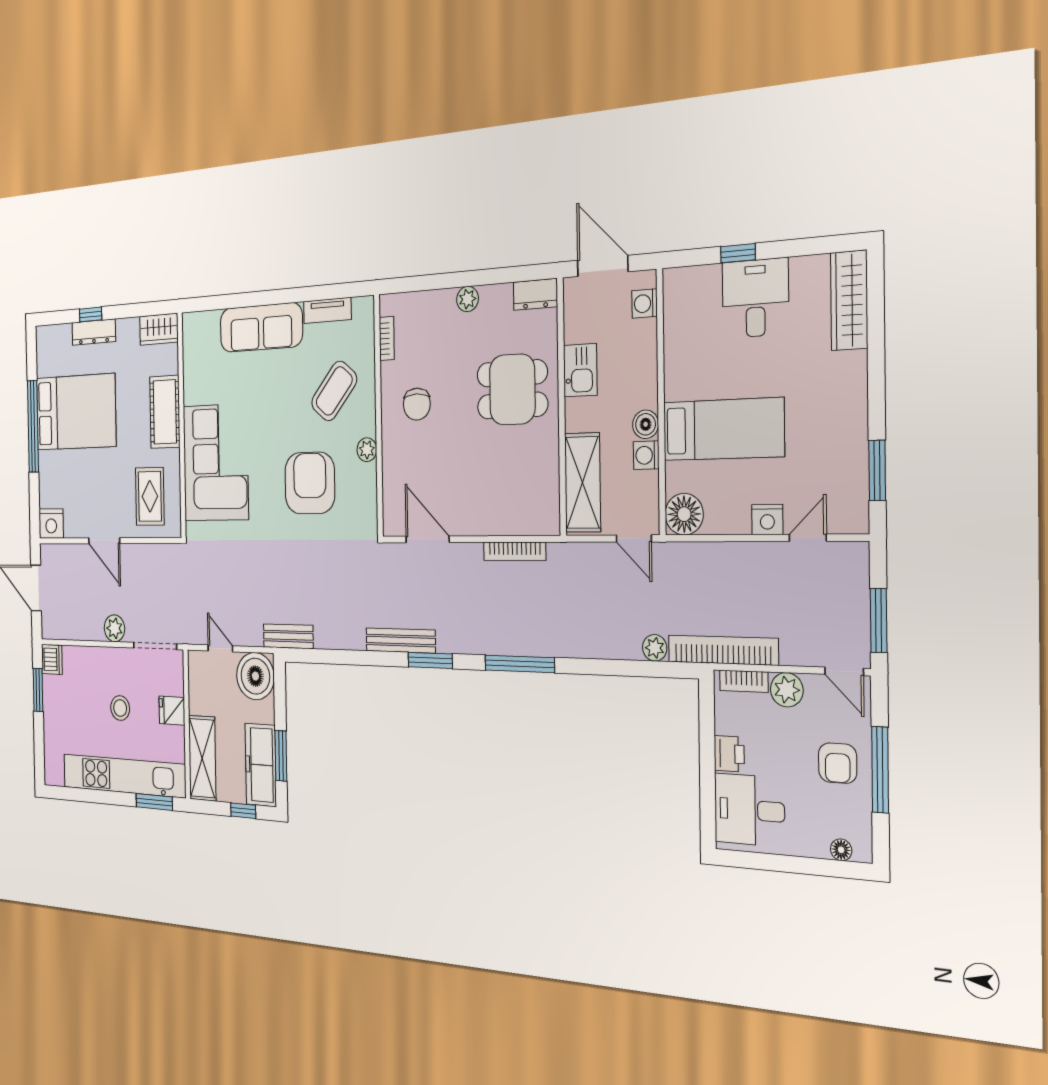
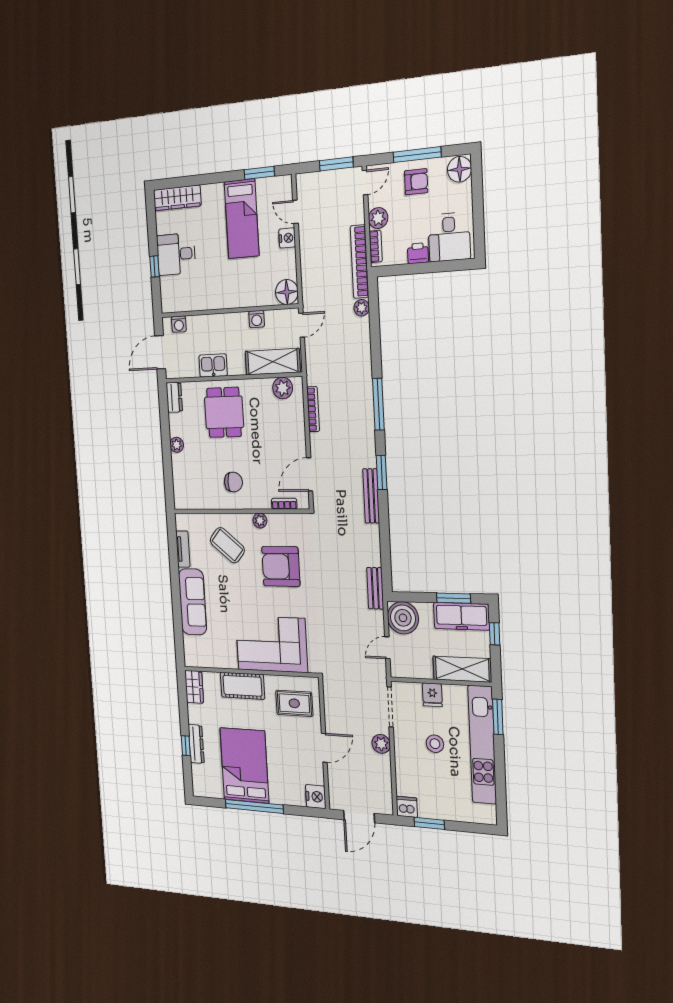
bookcase: (387, 338) -> (284, 504), moved
boiler: (646, 424) -> (240, 320), removed
bed: (723, 429) -> (242, 219), moved, turned 180
plant: (545, 499) -> (283, 388), added
floor lamp: (841, 850) -> (460, 169), width x1.89, depth x1.89

